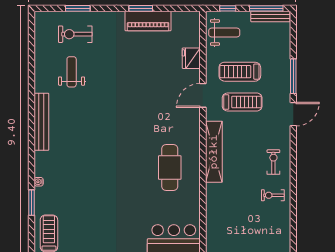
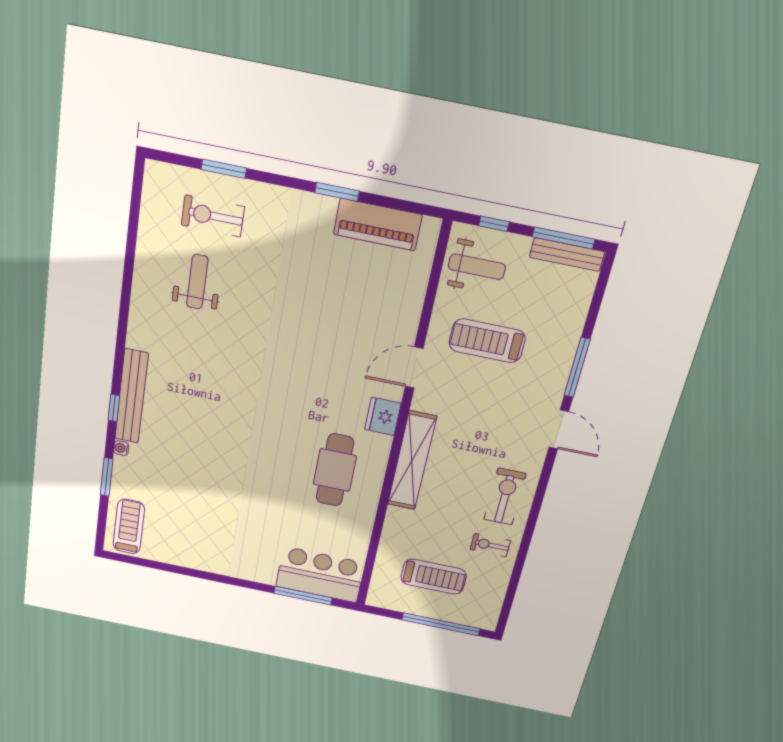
piano: (148, 21) -> (378, 225), moved
fridge: (191, 58) -> (383, 416), moved
treadmill: (242, 102) -> (434, 577), moved
door: (293, 114) -> (559, 429), hinge flipped
bench: (41, 122) -> (131, 396), moved
window: (32, 157) -> (114, 408), added
exercise bike: (273, 162) -> (505, 497), width x1.38, depth x1.39

